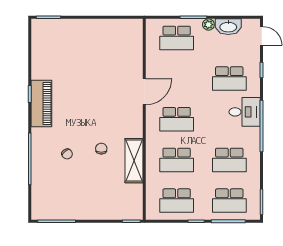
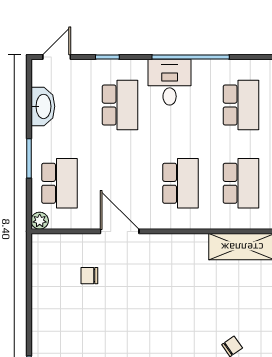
plant: (208, 25) -> (40, 221), moved
door: (144, 92) -> (120, 231), moved
chair: (101, 149) -> (89, 276), moved

